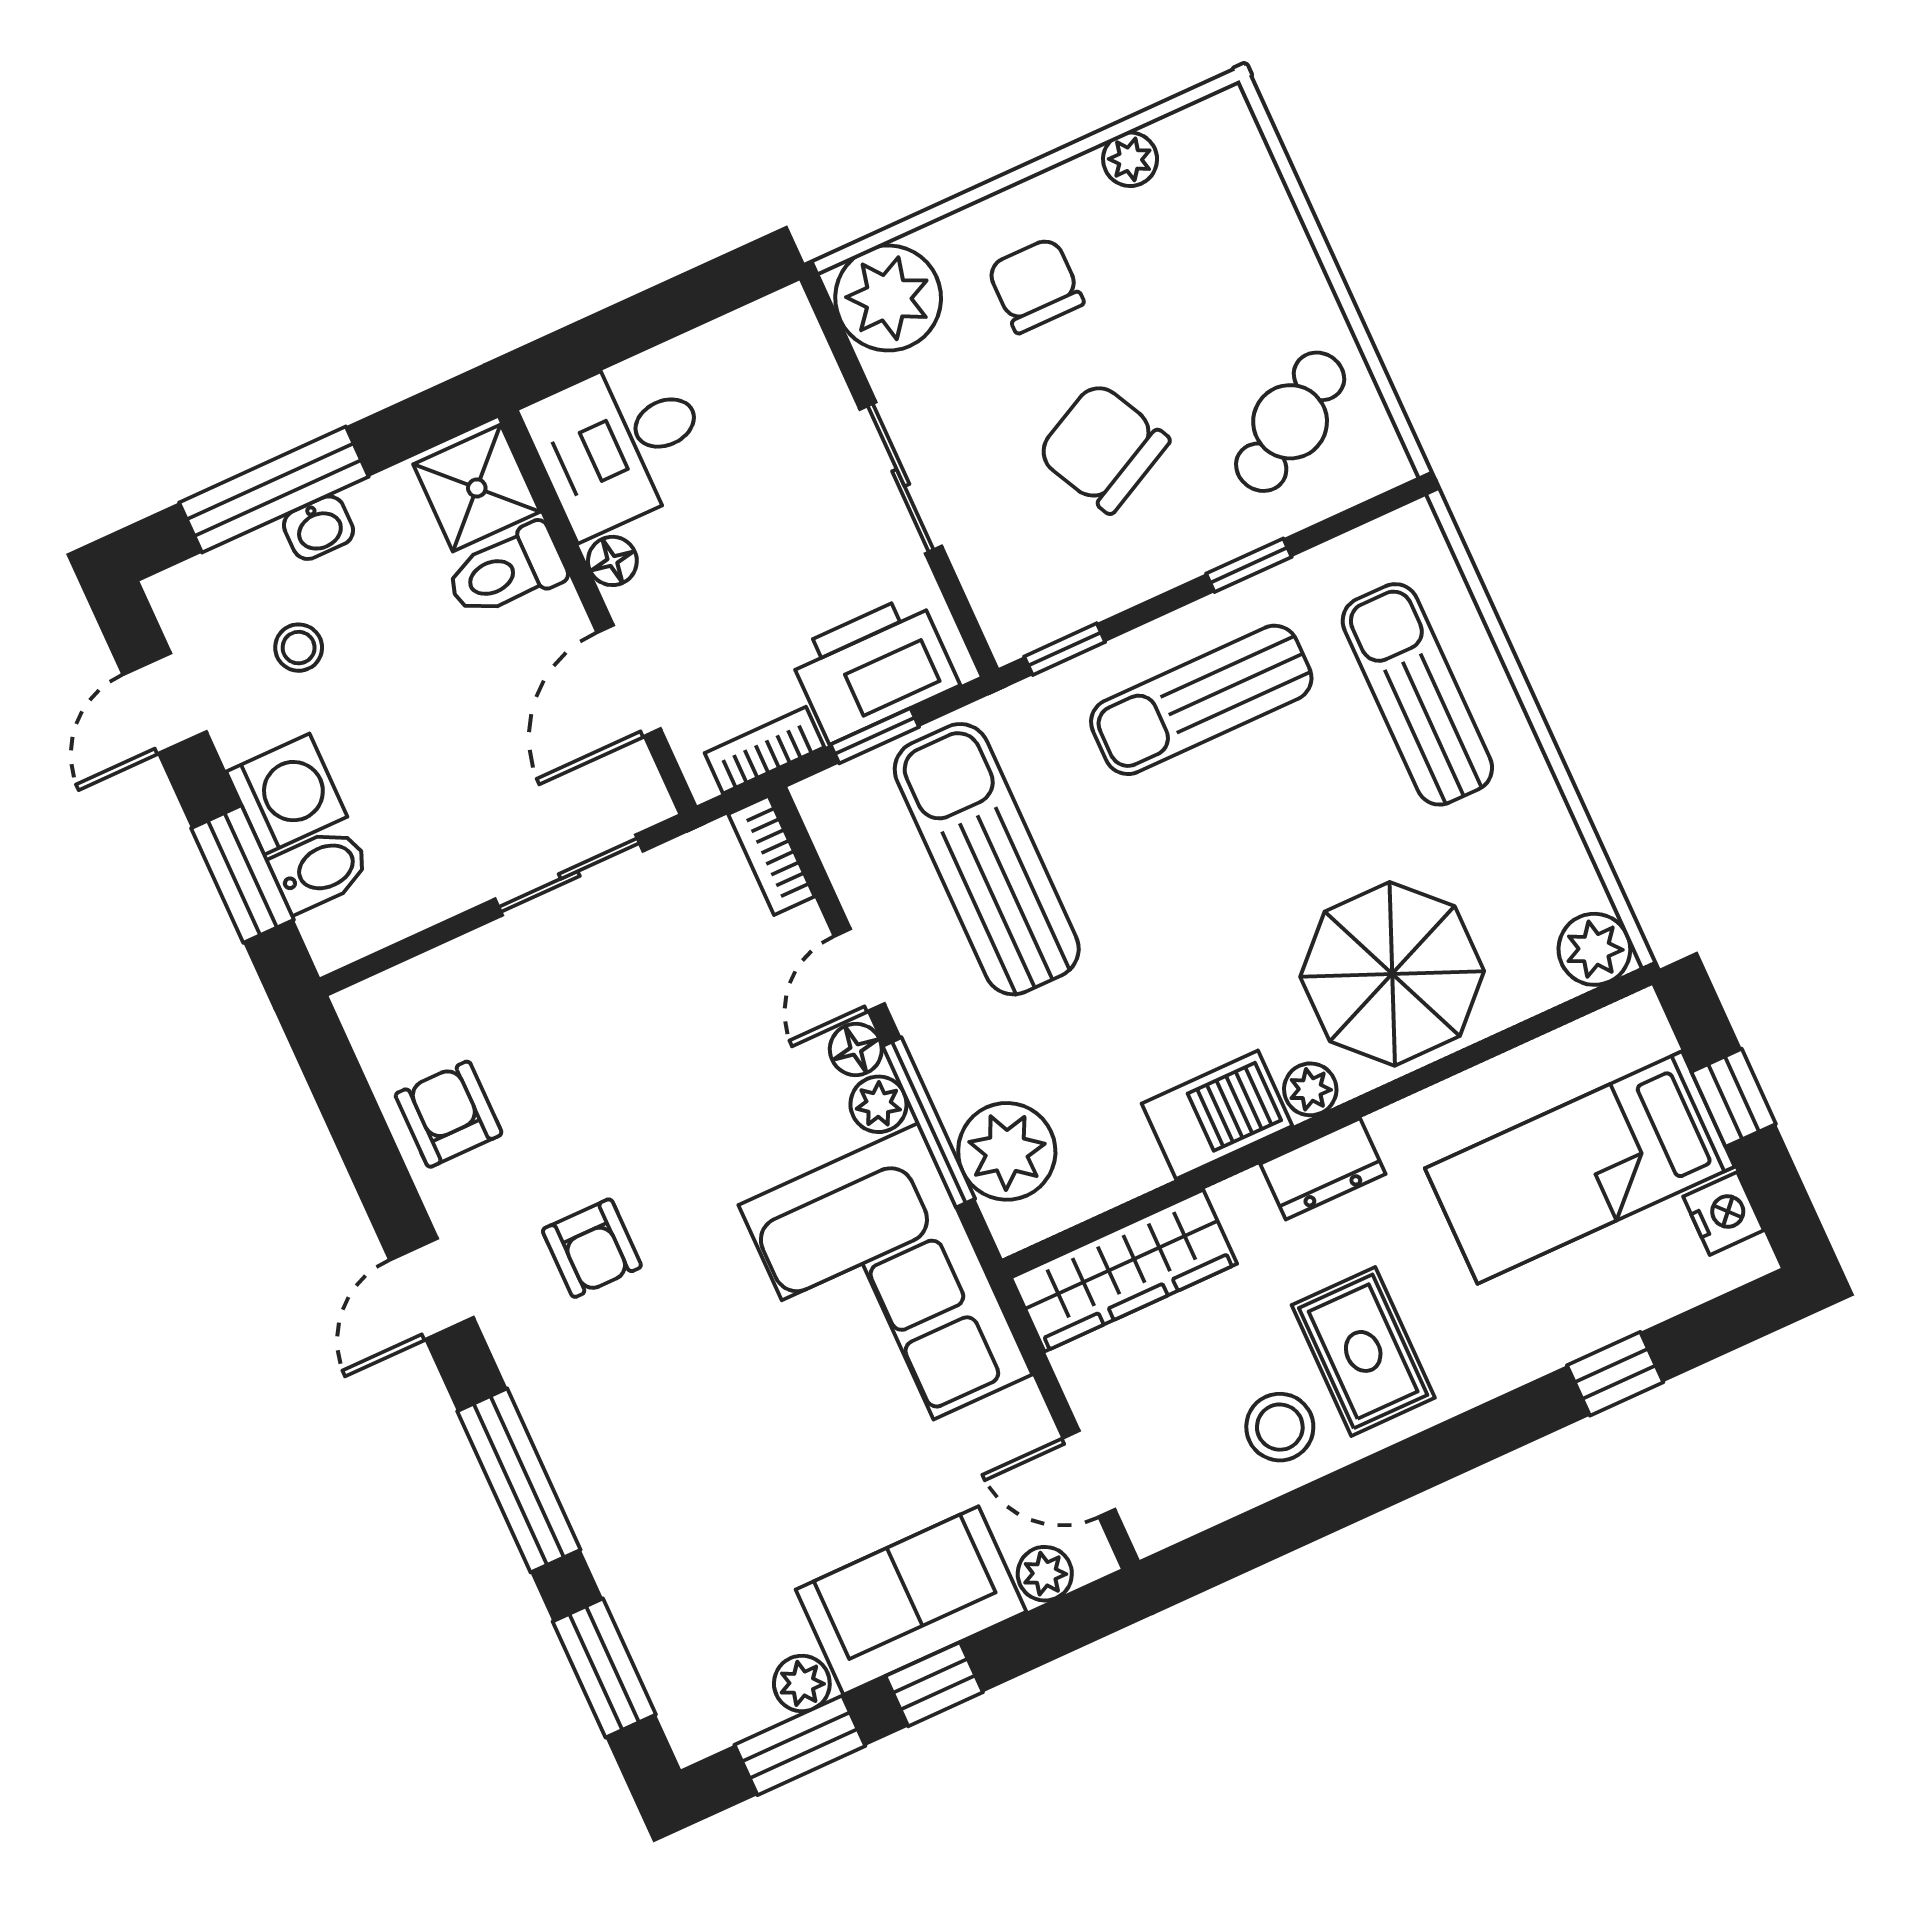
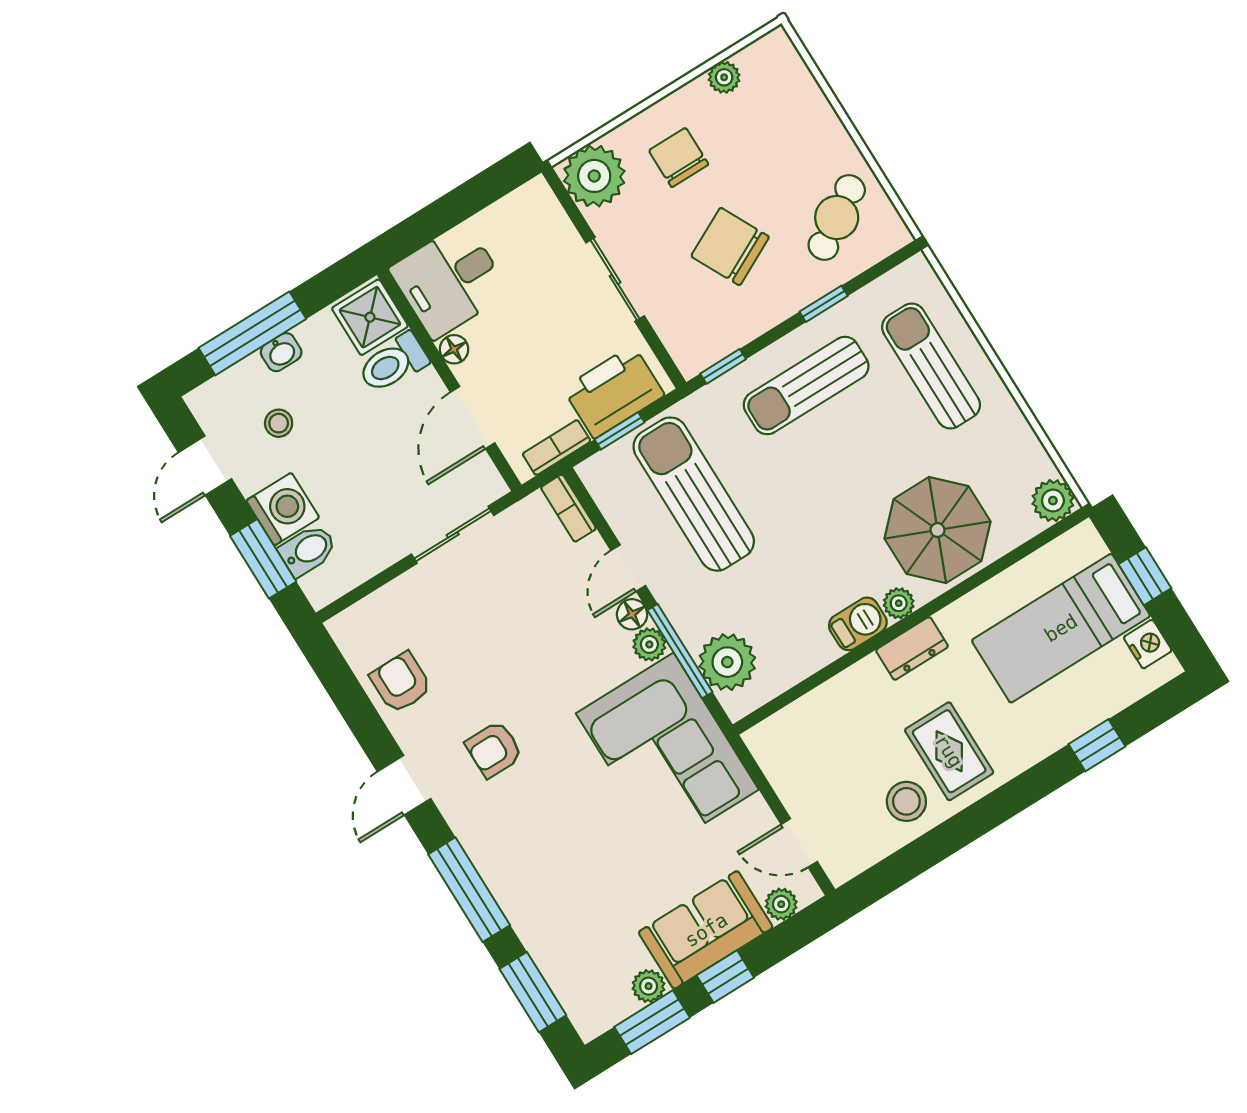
barbecue: (1217, 1115) -> (858, 624), width x0.73, depth x0.79
armchair: (592, 1248) -> (494, 749), turned 90
wardrobe: (1124, 1271) -> (804, 722), removed

